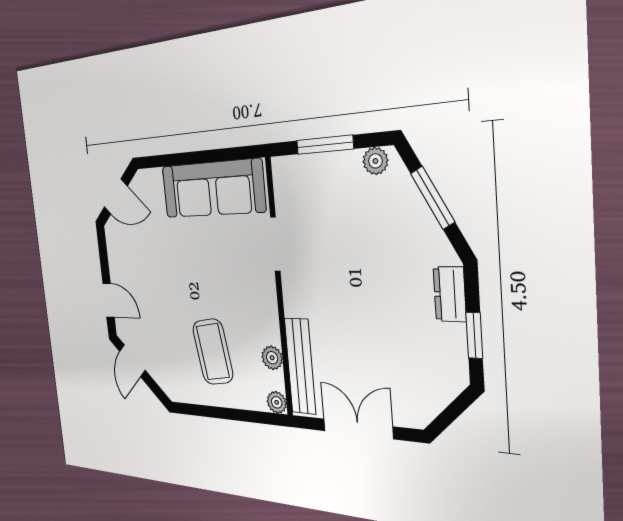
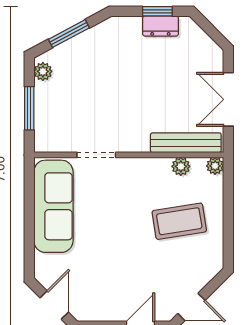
dresser: (450, 294) -> (160, 26), moved

